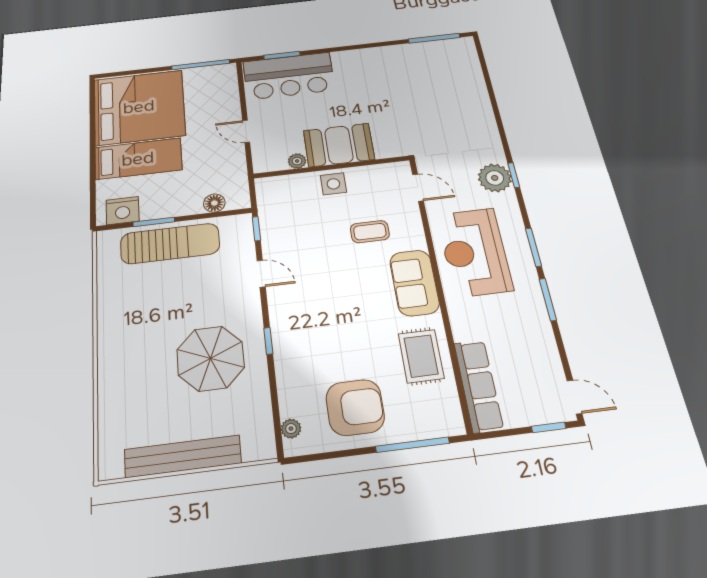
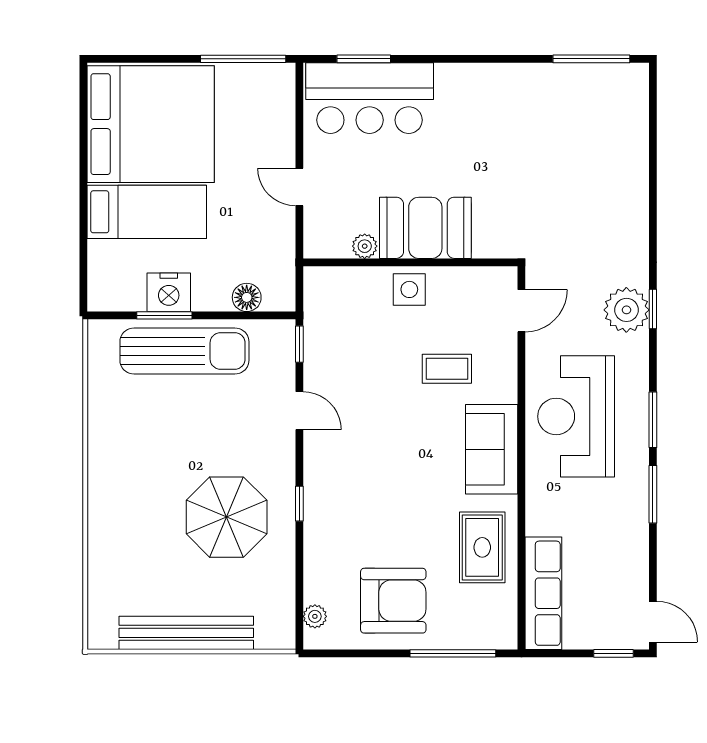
door: (418, 188) -> (521, 311), hinge flipped
nightstand: (123, 211) -> (169, 292), moved

